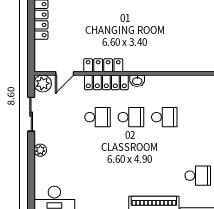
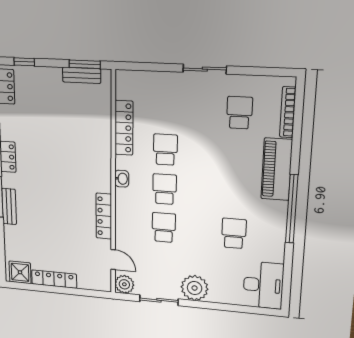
locker: (106, 82) -> (124, 128), moved
plant: (40, 150) -> (195, 288), width x1.88, depth x1.88
school desk: (97, 176) -> (234, 233), added

